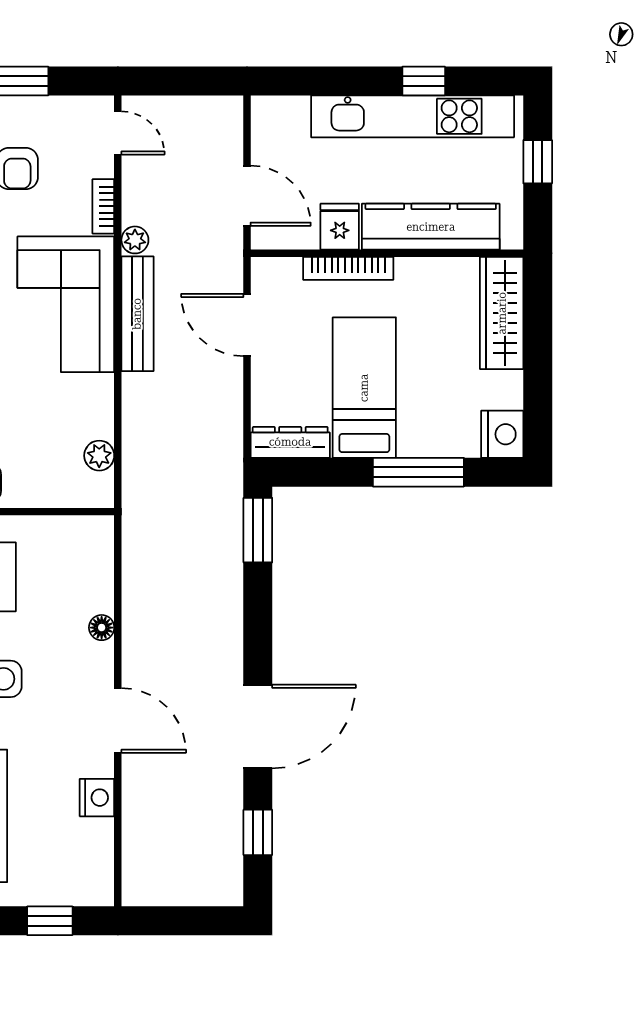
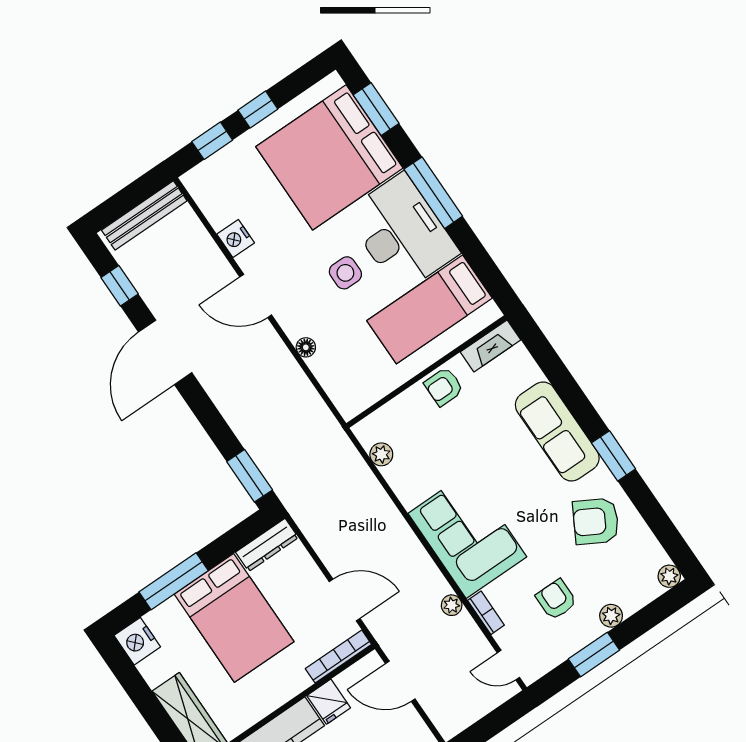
bookcase: (348, 268) -> (338, 657), moved
bench: (137, 314) -> (144, 215), moved, turned 90
bed: (364, 388) -> (234, 618), width x1.50

